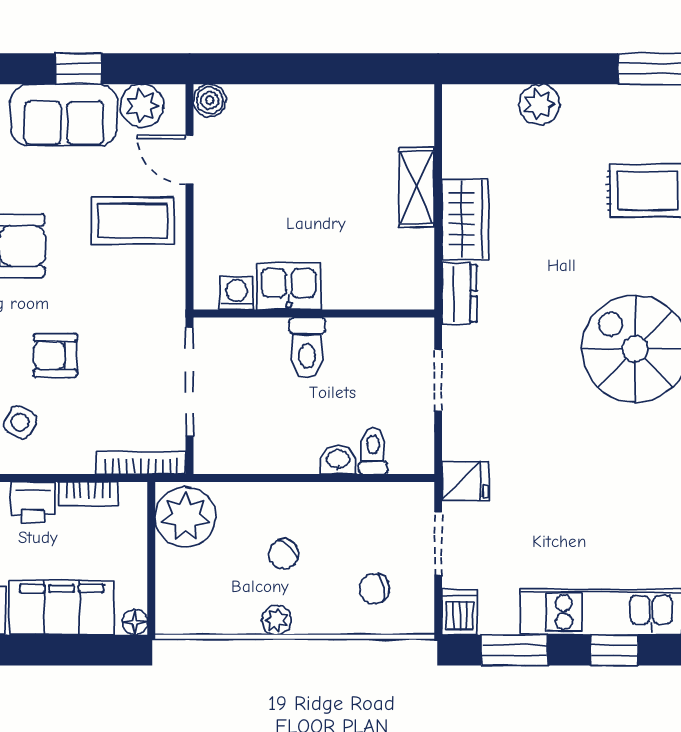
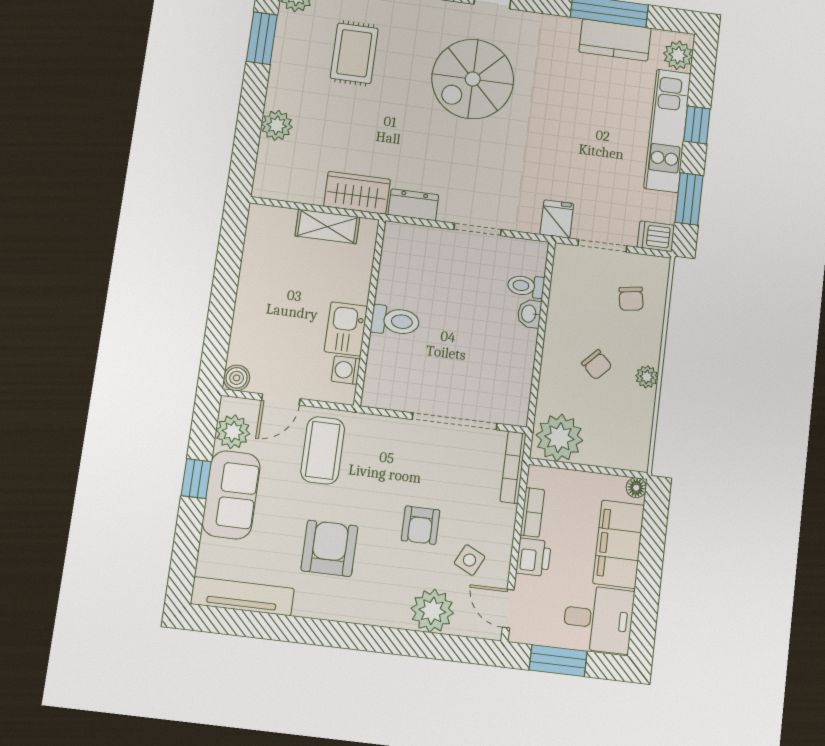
kitchen sink: (289, 286) -> (346, 329), moved
washing machine: (237, 293) -> (346, 370), moved
wall: (314, 314) -> (370, 312), moved
toilet: (307, 347) -> (395, 321), moved

